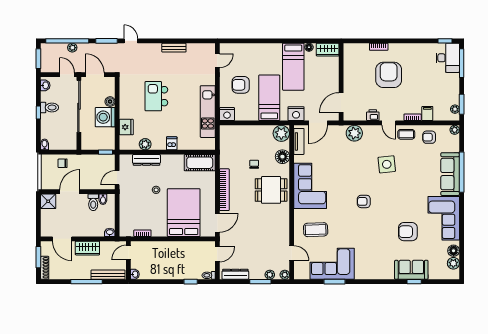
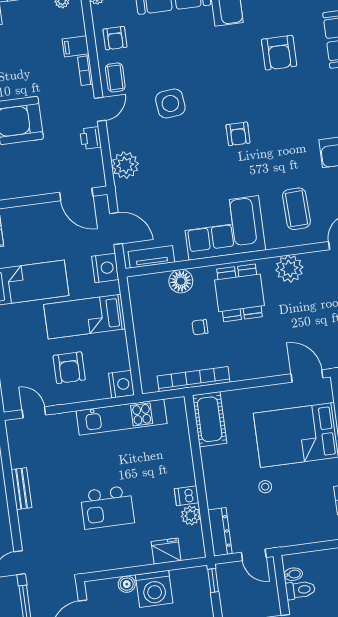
plant: (281, 133) -> (289, 269), moved
dishwasher: (172, 143) -> (187, 496), moved
dresser: (146, 160) -> (220, 532), moved
bookcase: (224, 190) -> (194, 379), moved

